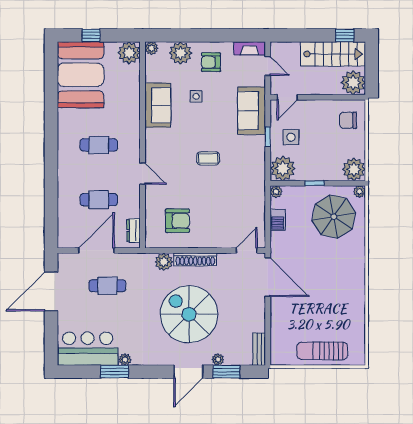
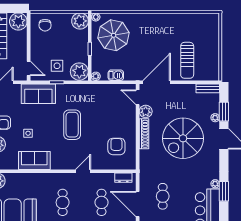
coffee table: (208, 158) -> (72, 125), width x1.86, depth x1.72
plant: (164, 262) -> (146, 111), moved
sun lounger: (322, 351) -> (187, 60), moved

